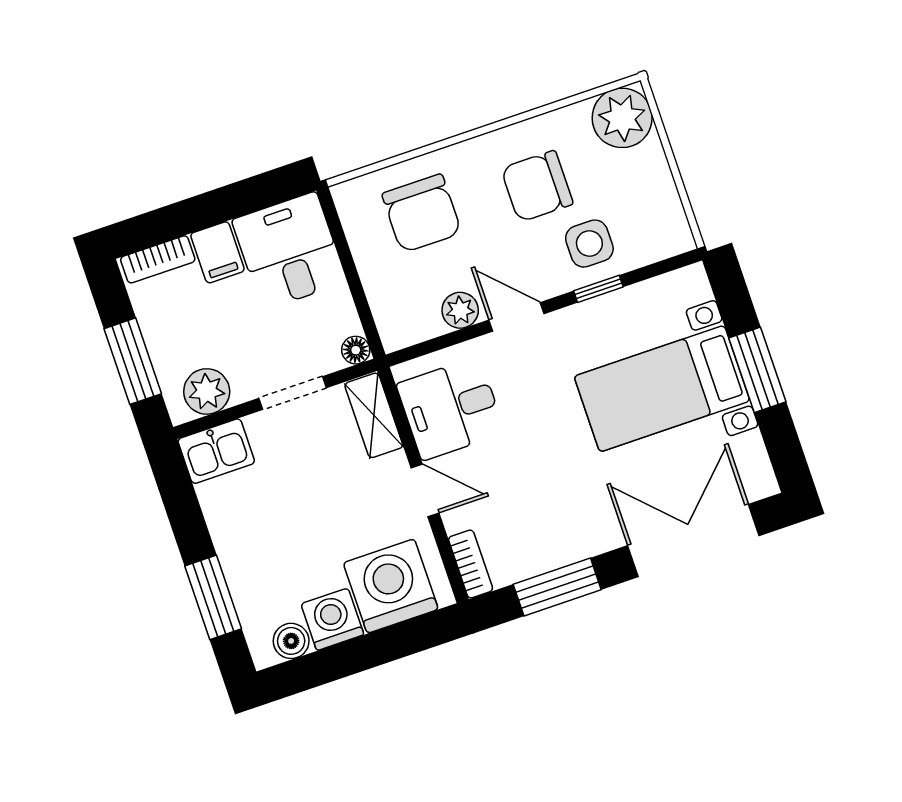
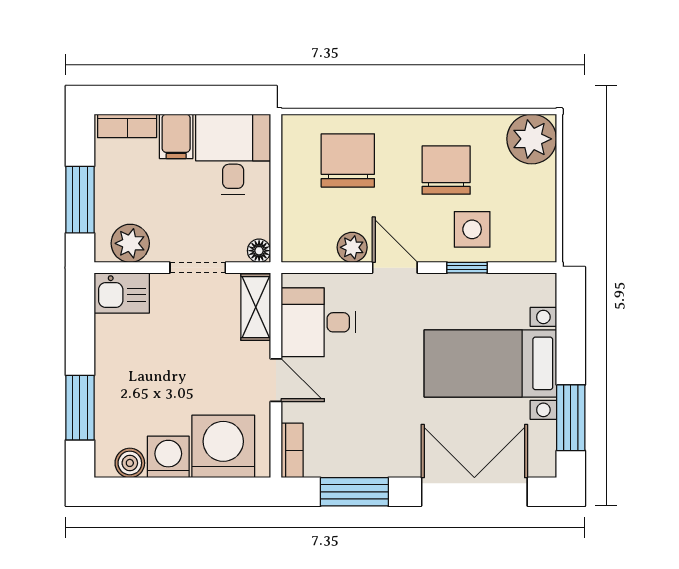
chair: (537, 186) -> (446, 170), turned 90
chair: (422, 213) -> (348, 160), turned 180
window: (757, 370) -> (571, 418), moved

